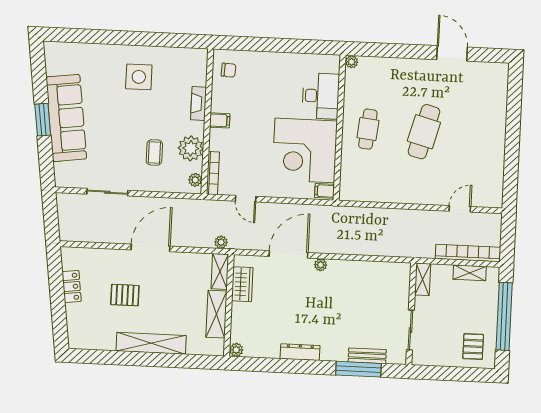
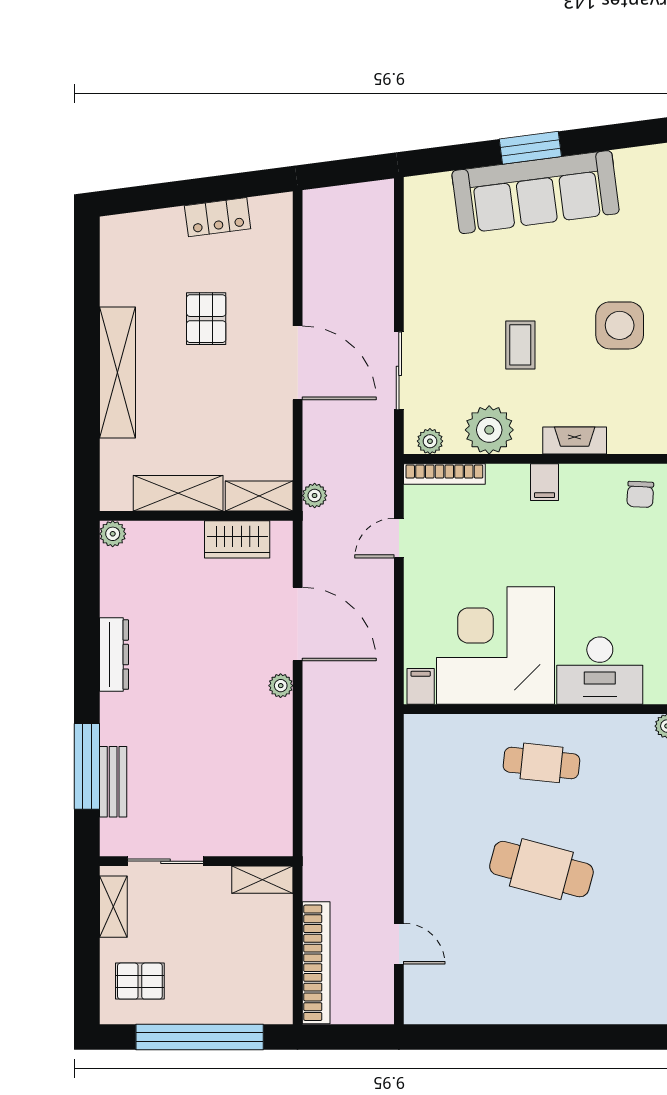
coffee table: (154, 152) -> (520, 345), moved, turned 90
sliding door: (107, 192) -> (399, 371), moved
shelving: (470, 273) -> (113, 907), moved

